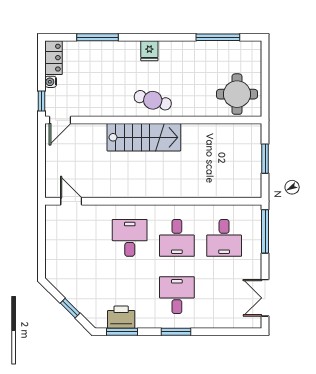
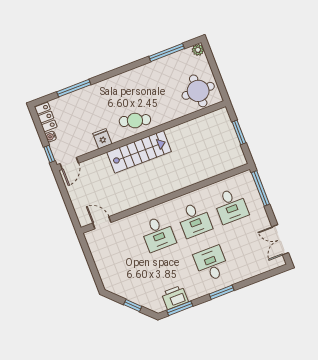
plant: (254, 48) -> (198, 50), added
fridge: (149, 51) -> (102, 139), moved, turned 180
desk: (130, 238) -> (158, 234), turned 180

